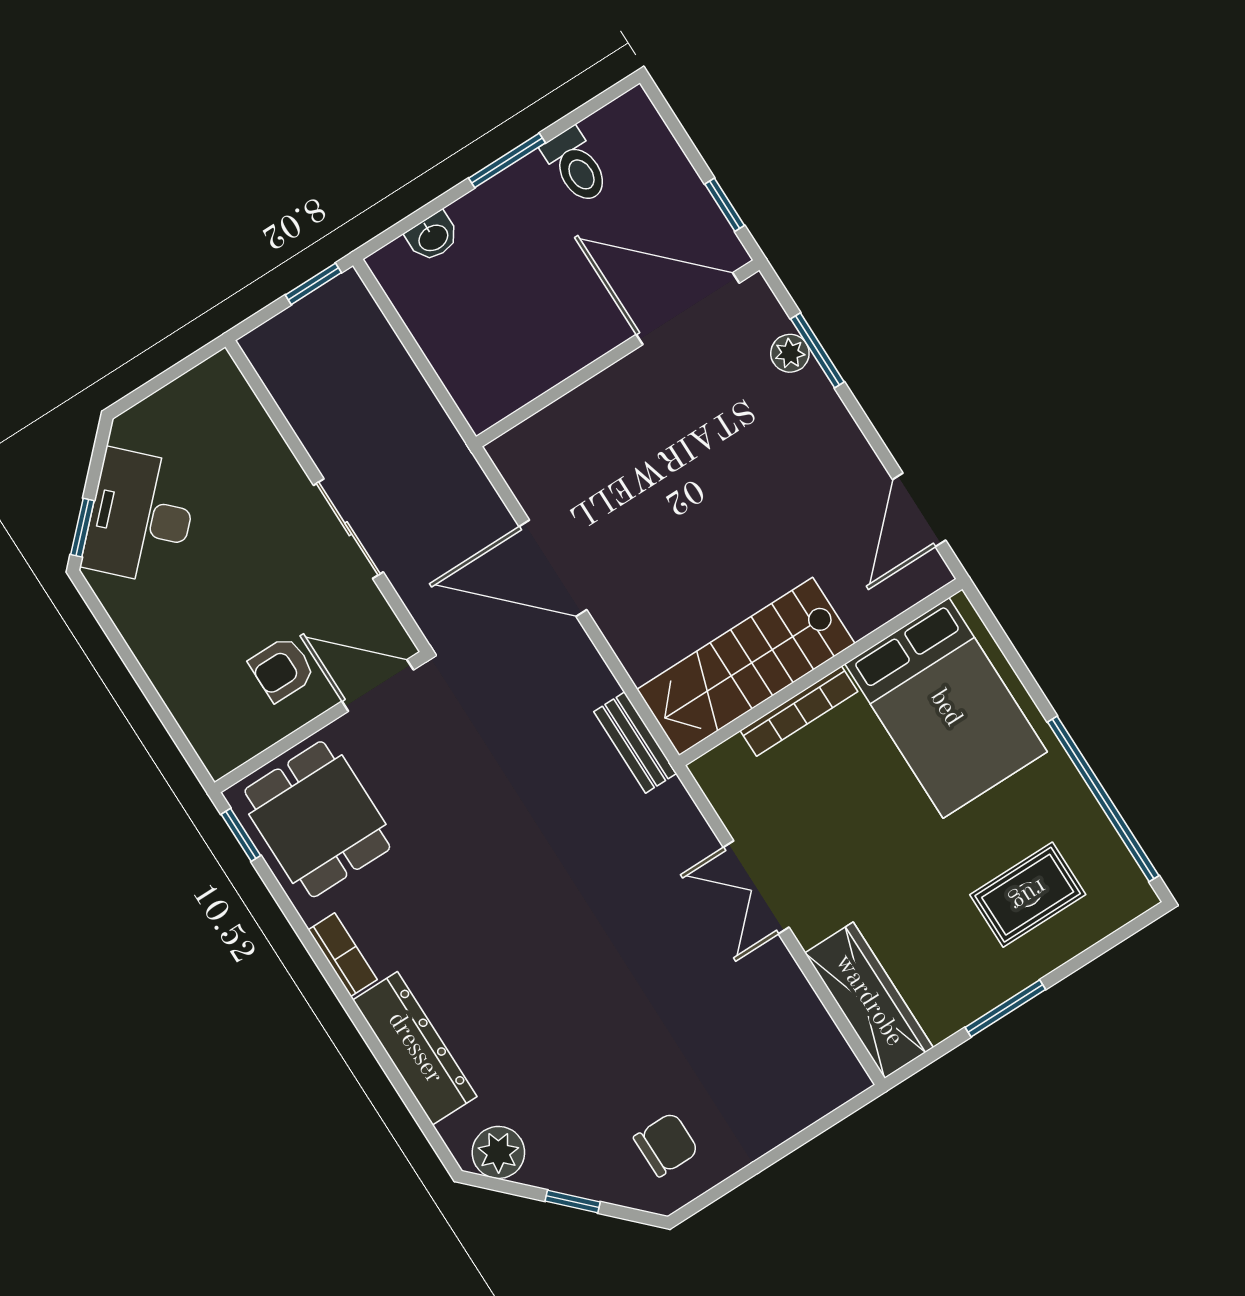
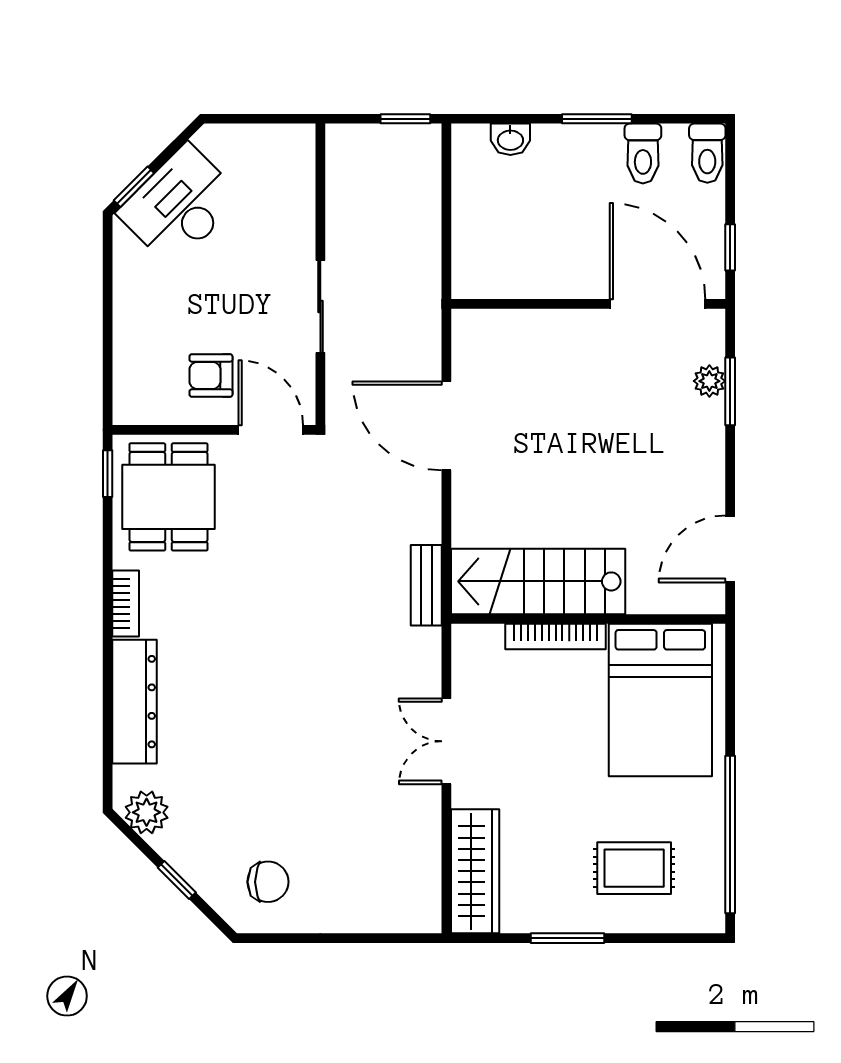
toilet: (641, 124) -> (707, 153), added

